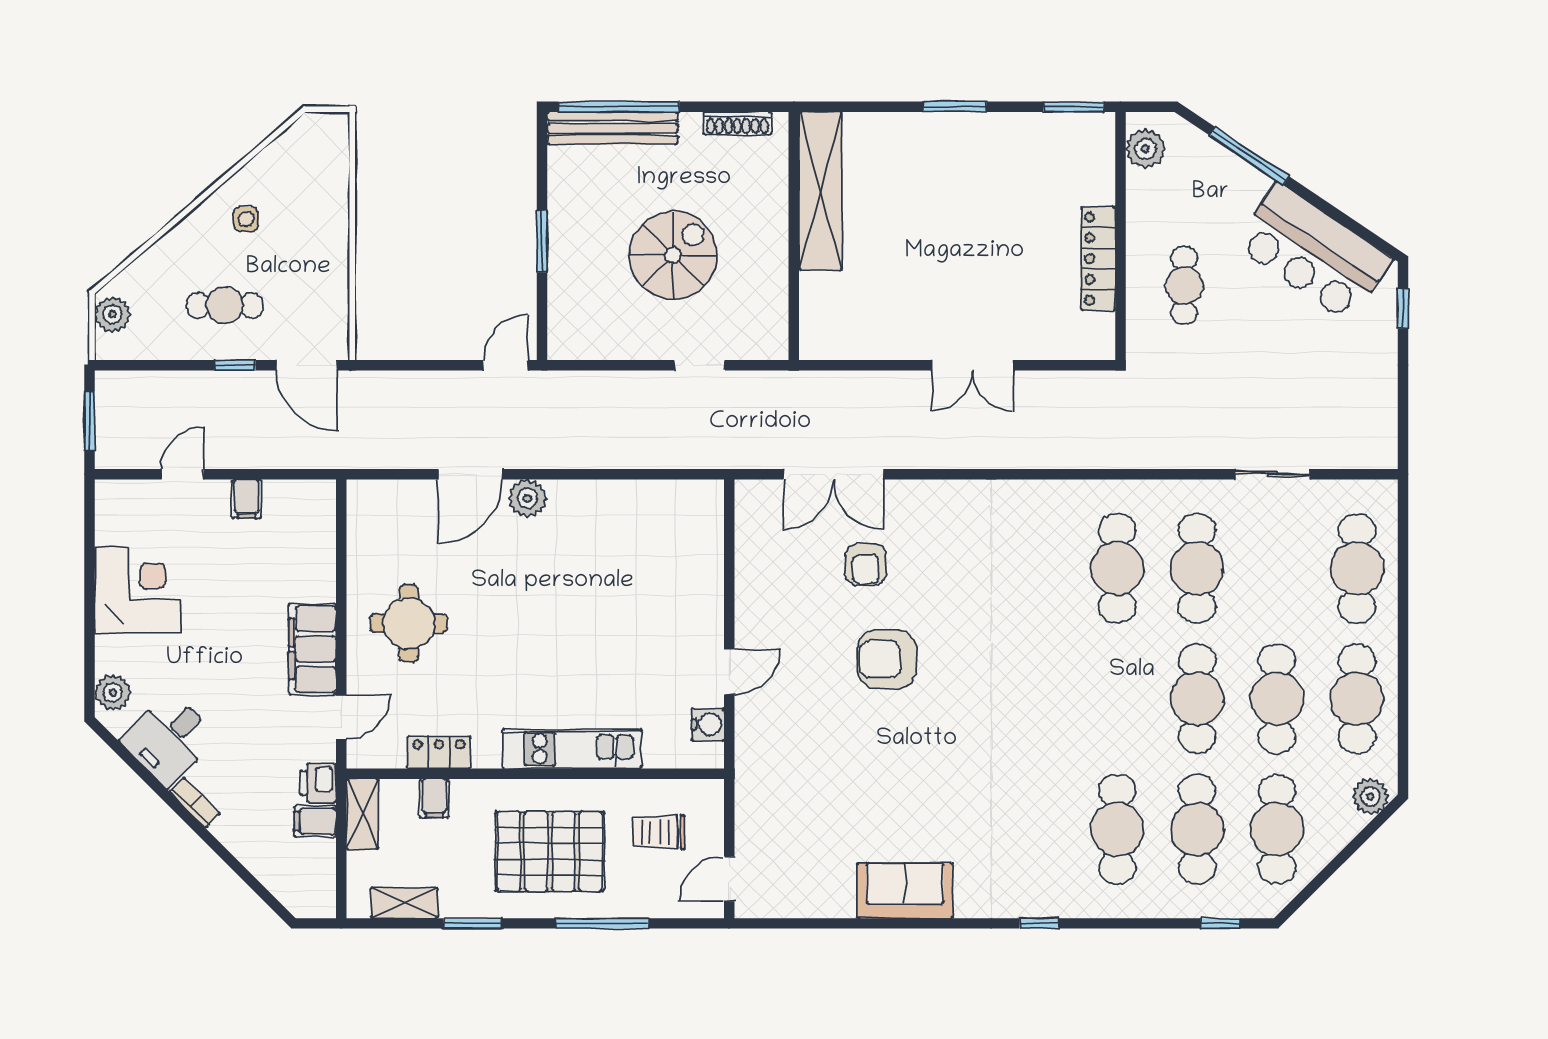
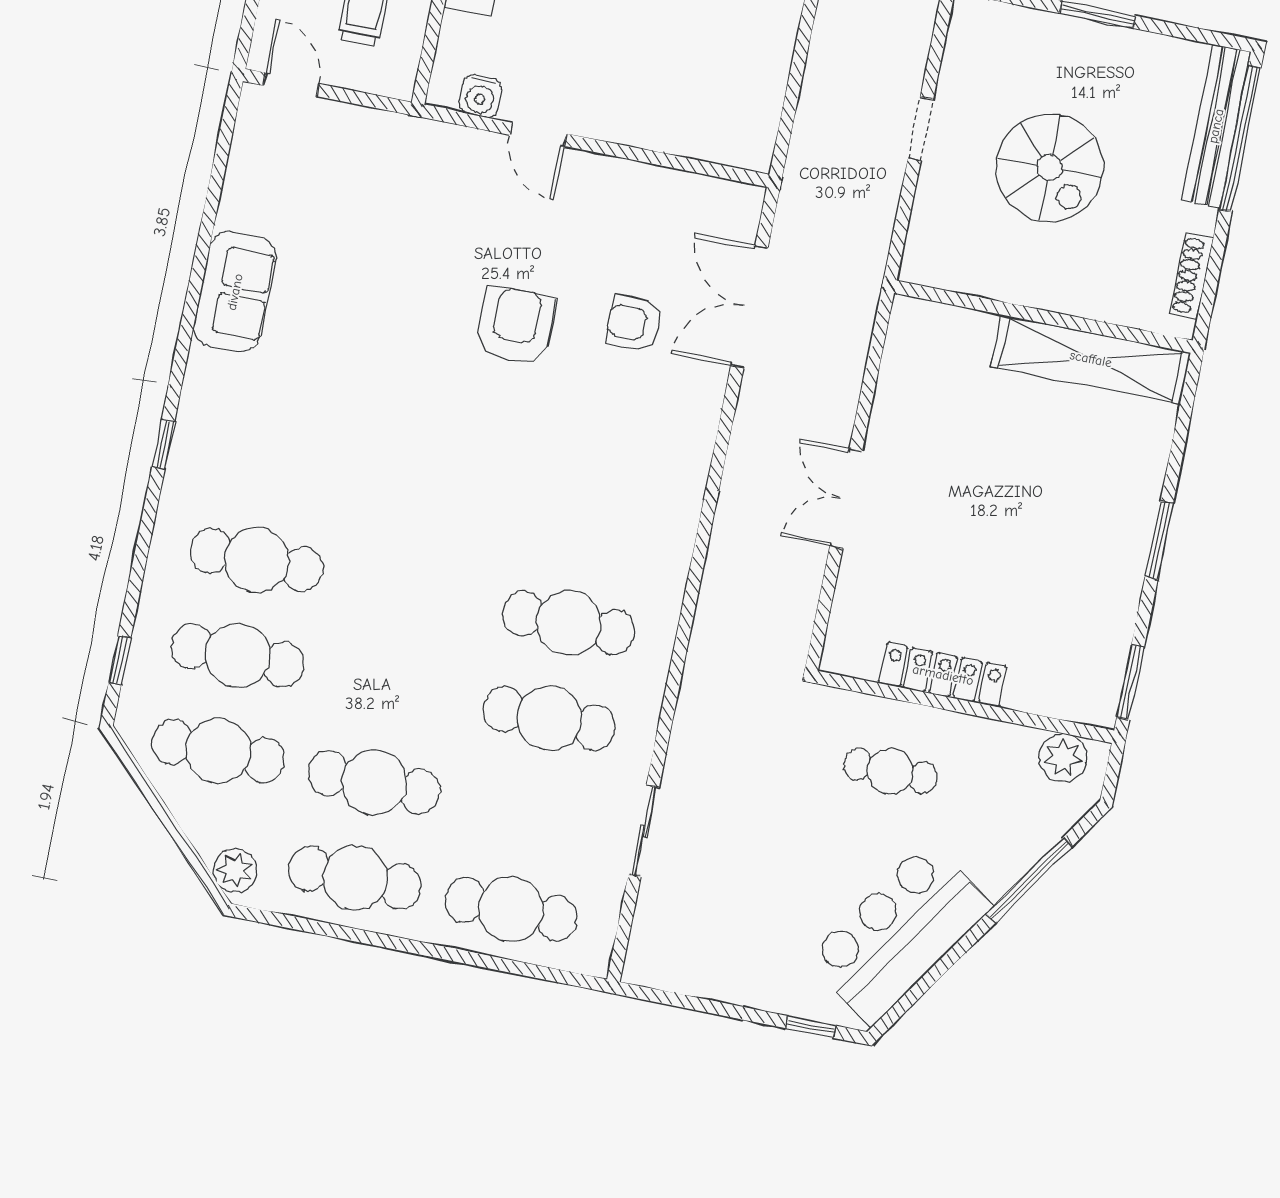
doorway: (700, 365) -> (921, 129), moved
cafe table: (1197, 699) -> (393, 687), removed

